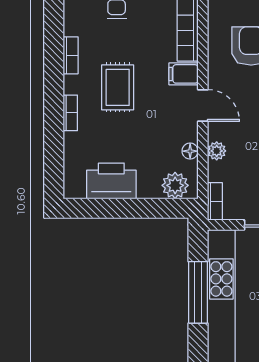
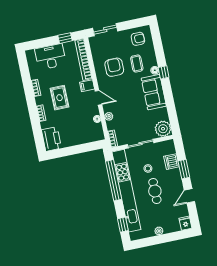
printer: (111, 181) -> (51, 139), moved, turned 90
plant: (175, 185) -> (94, 135), removed
window: (198, 292) -> (114, 180), width x1.46

